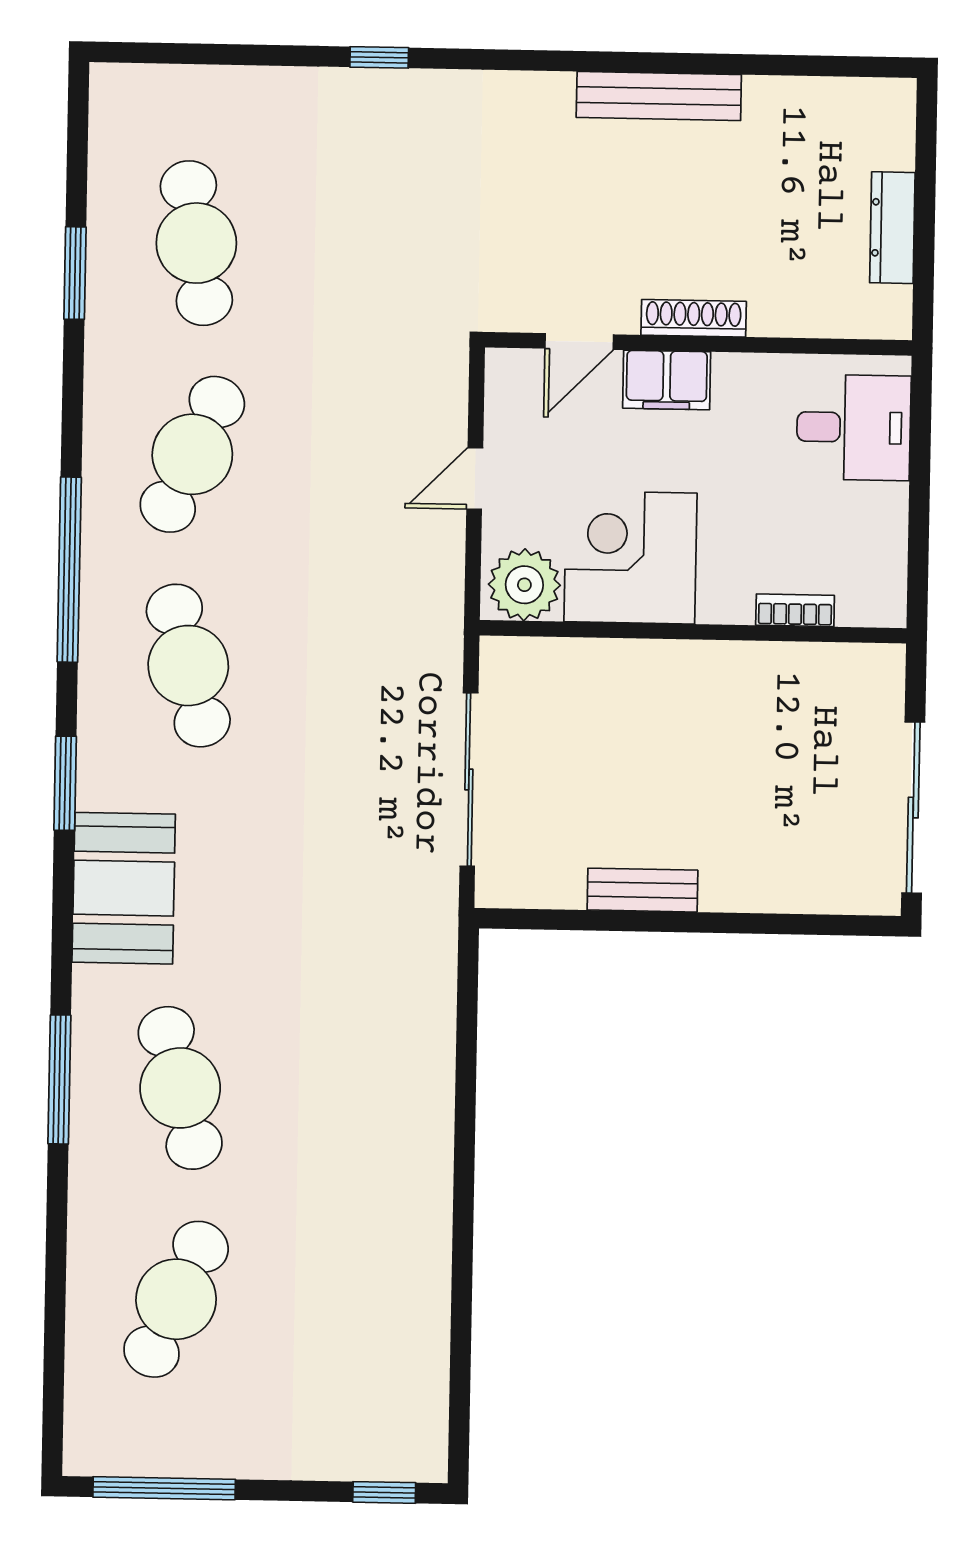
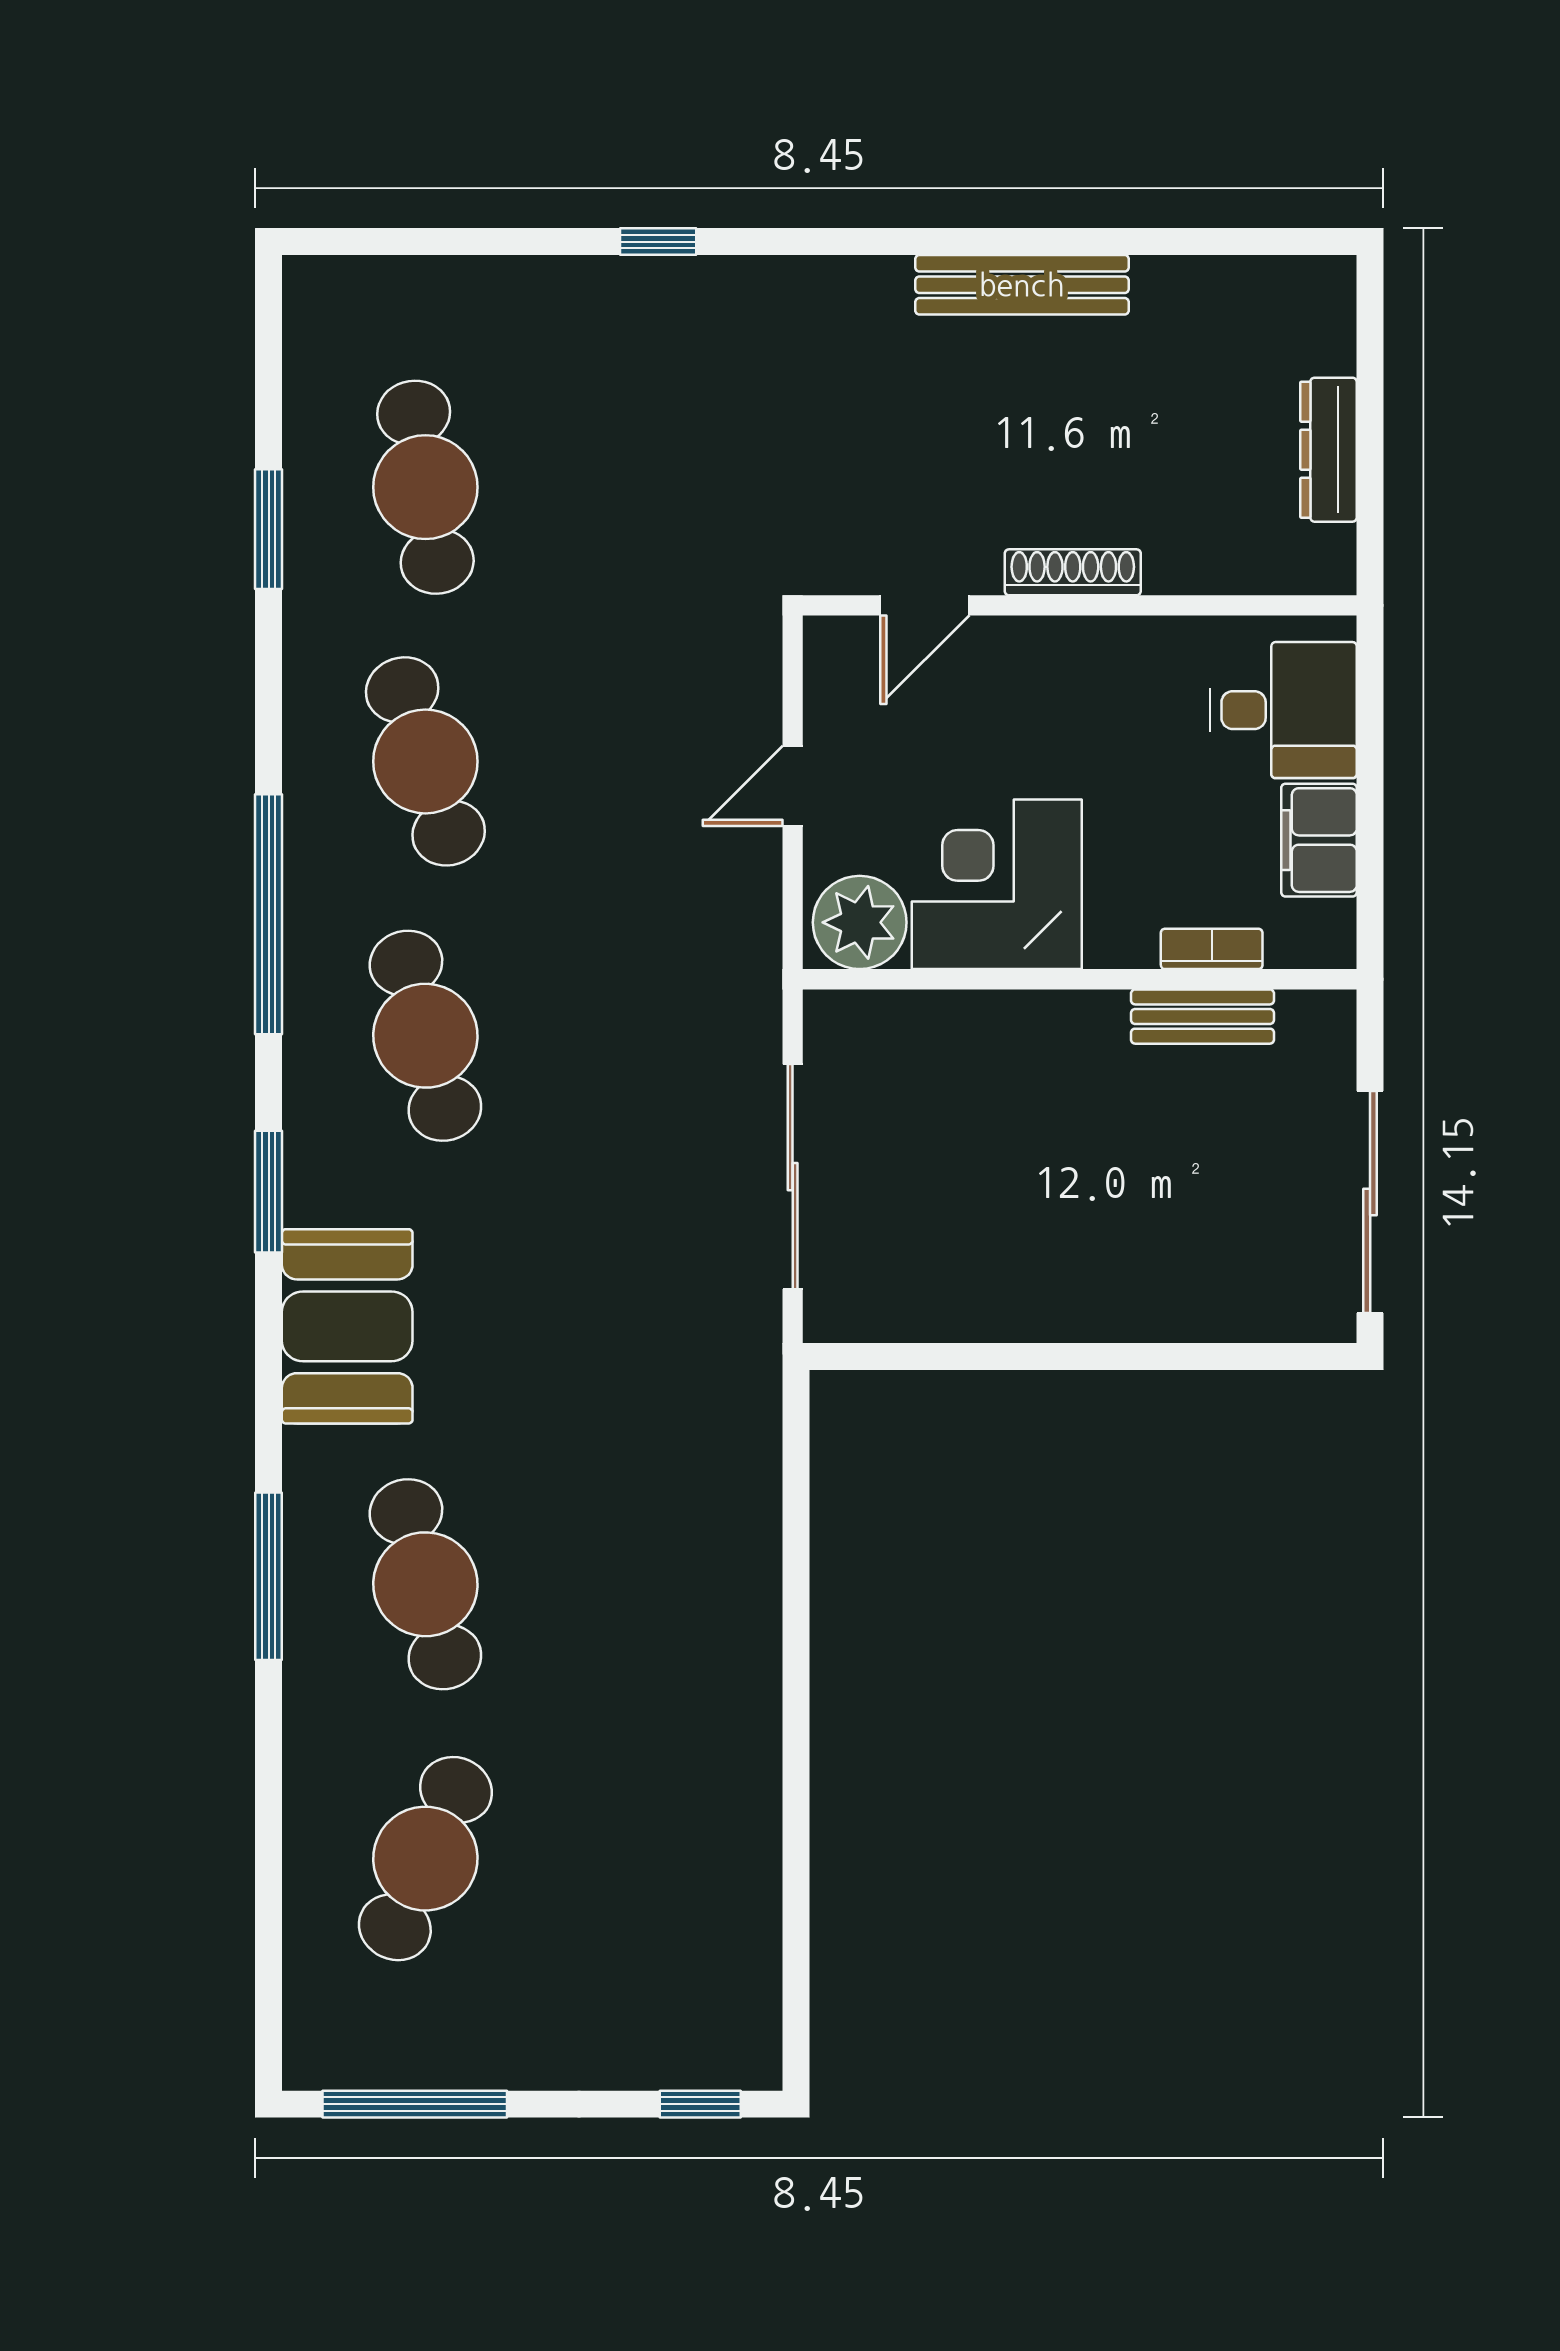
filing cabinet: (667, 380) -> (1319, 840), moved, turned 90
cafe table: (192, 454) -> (425, 761), turned -42
bench: (643, 890) -> (1203, 1017), moved

